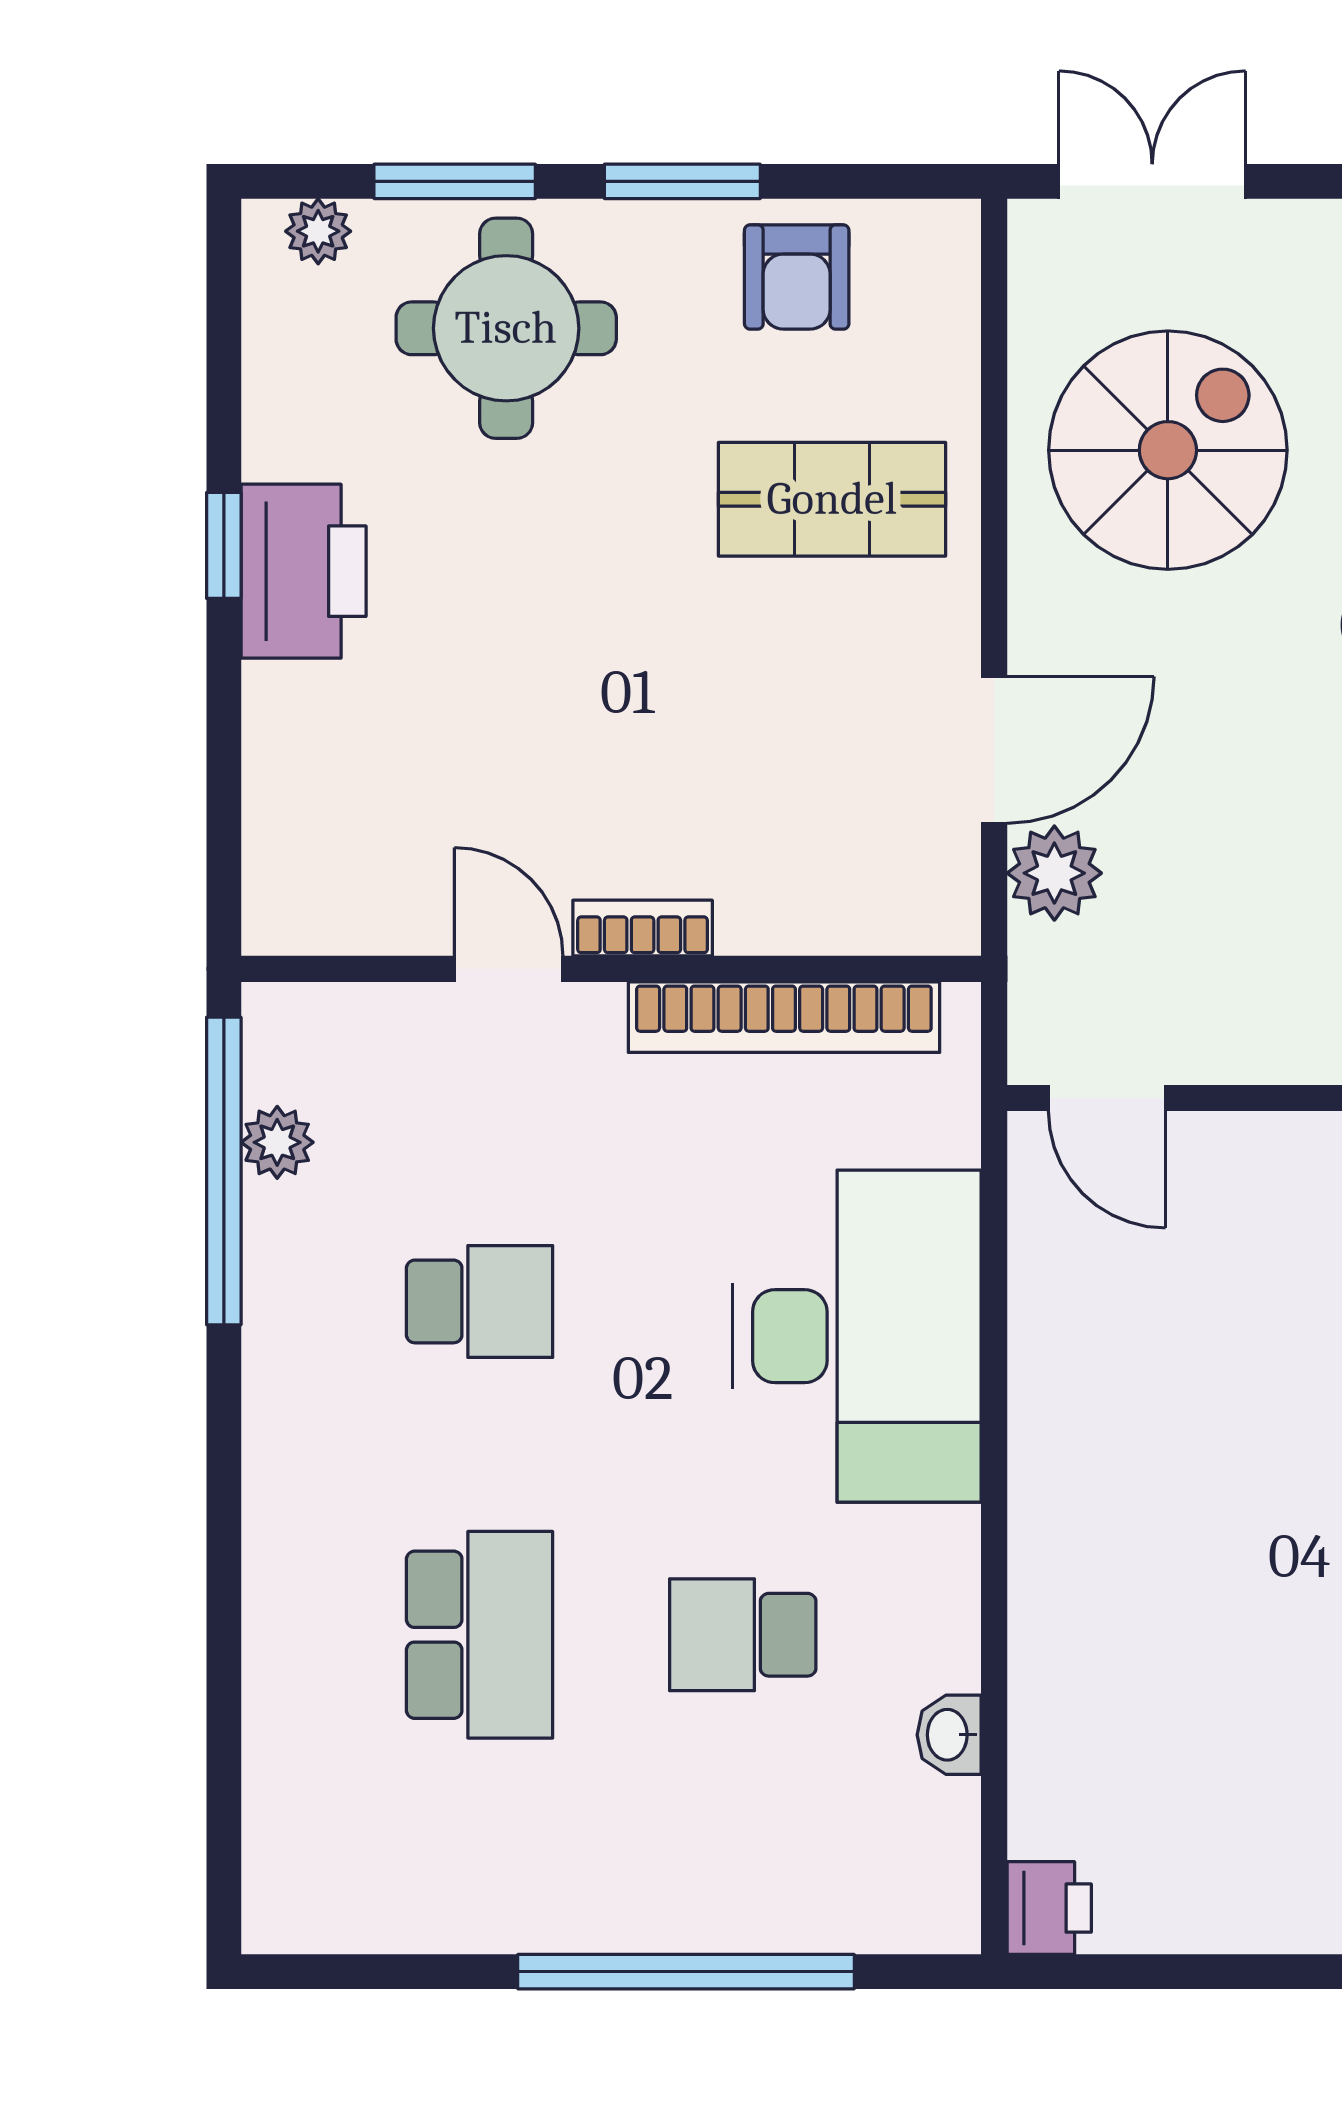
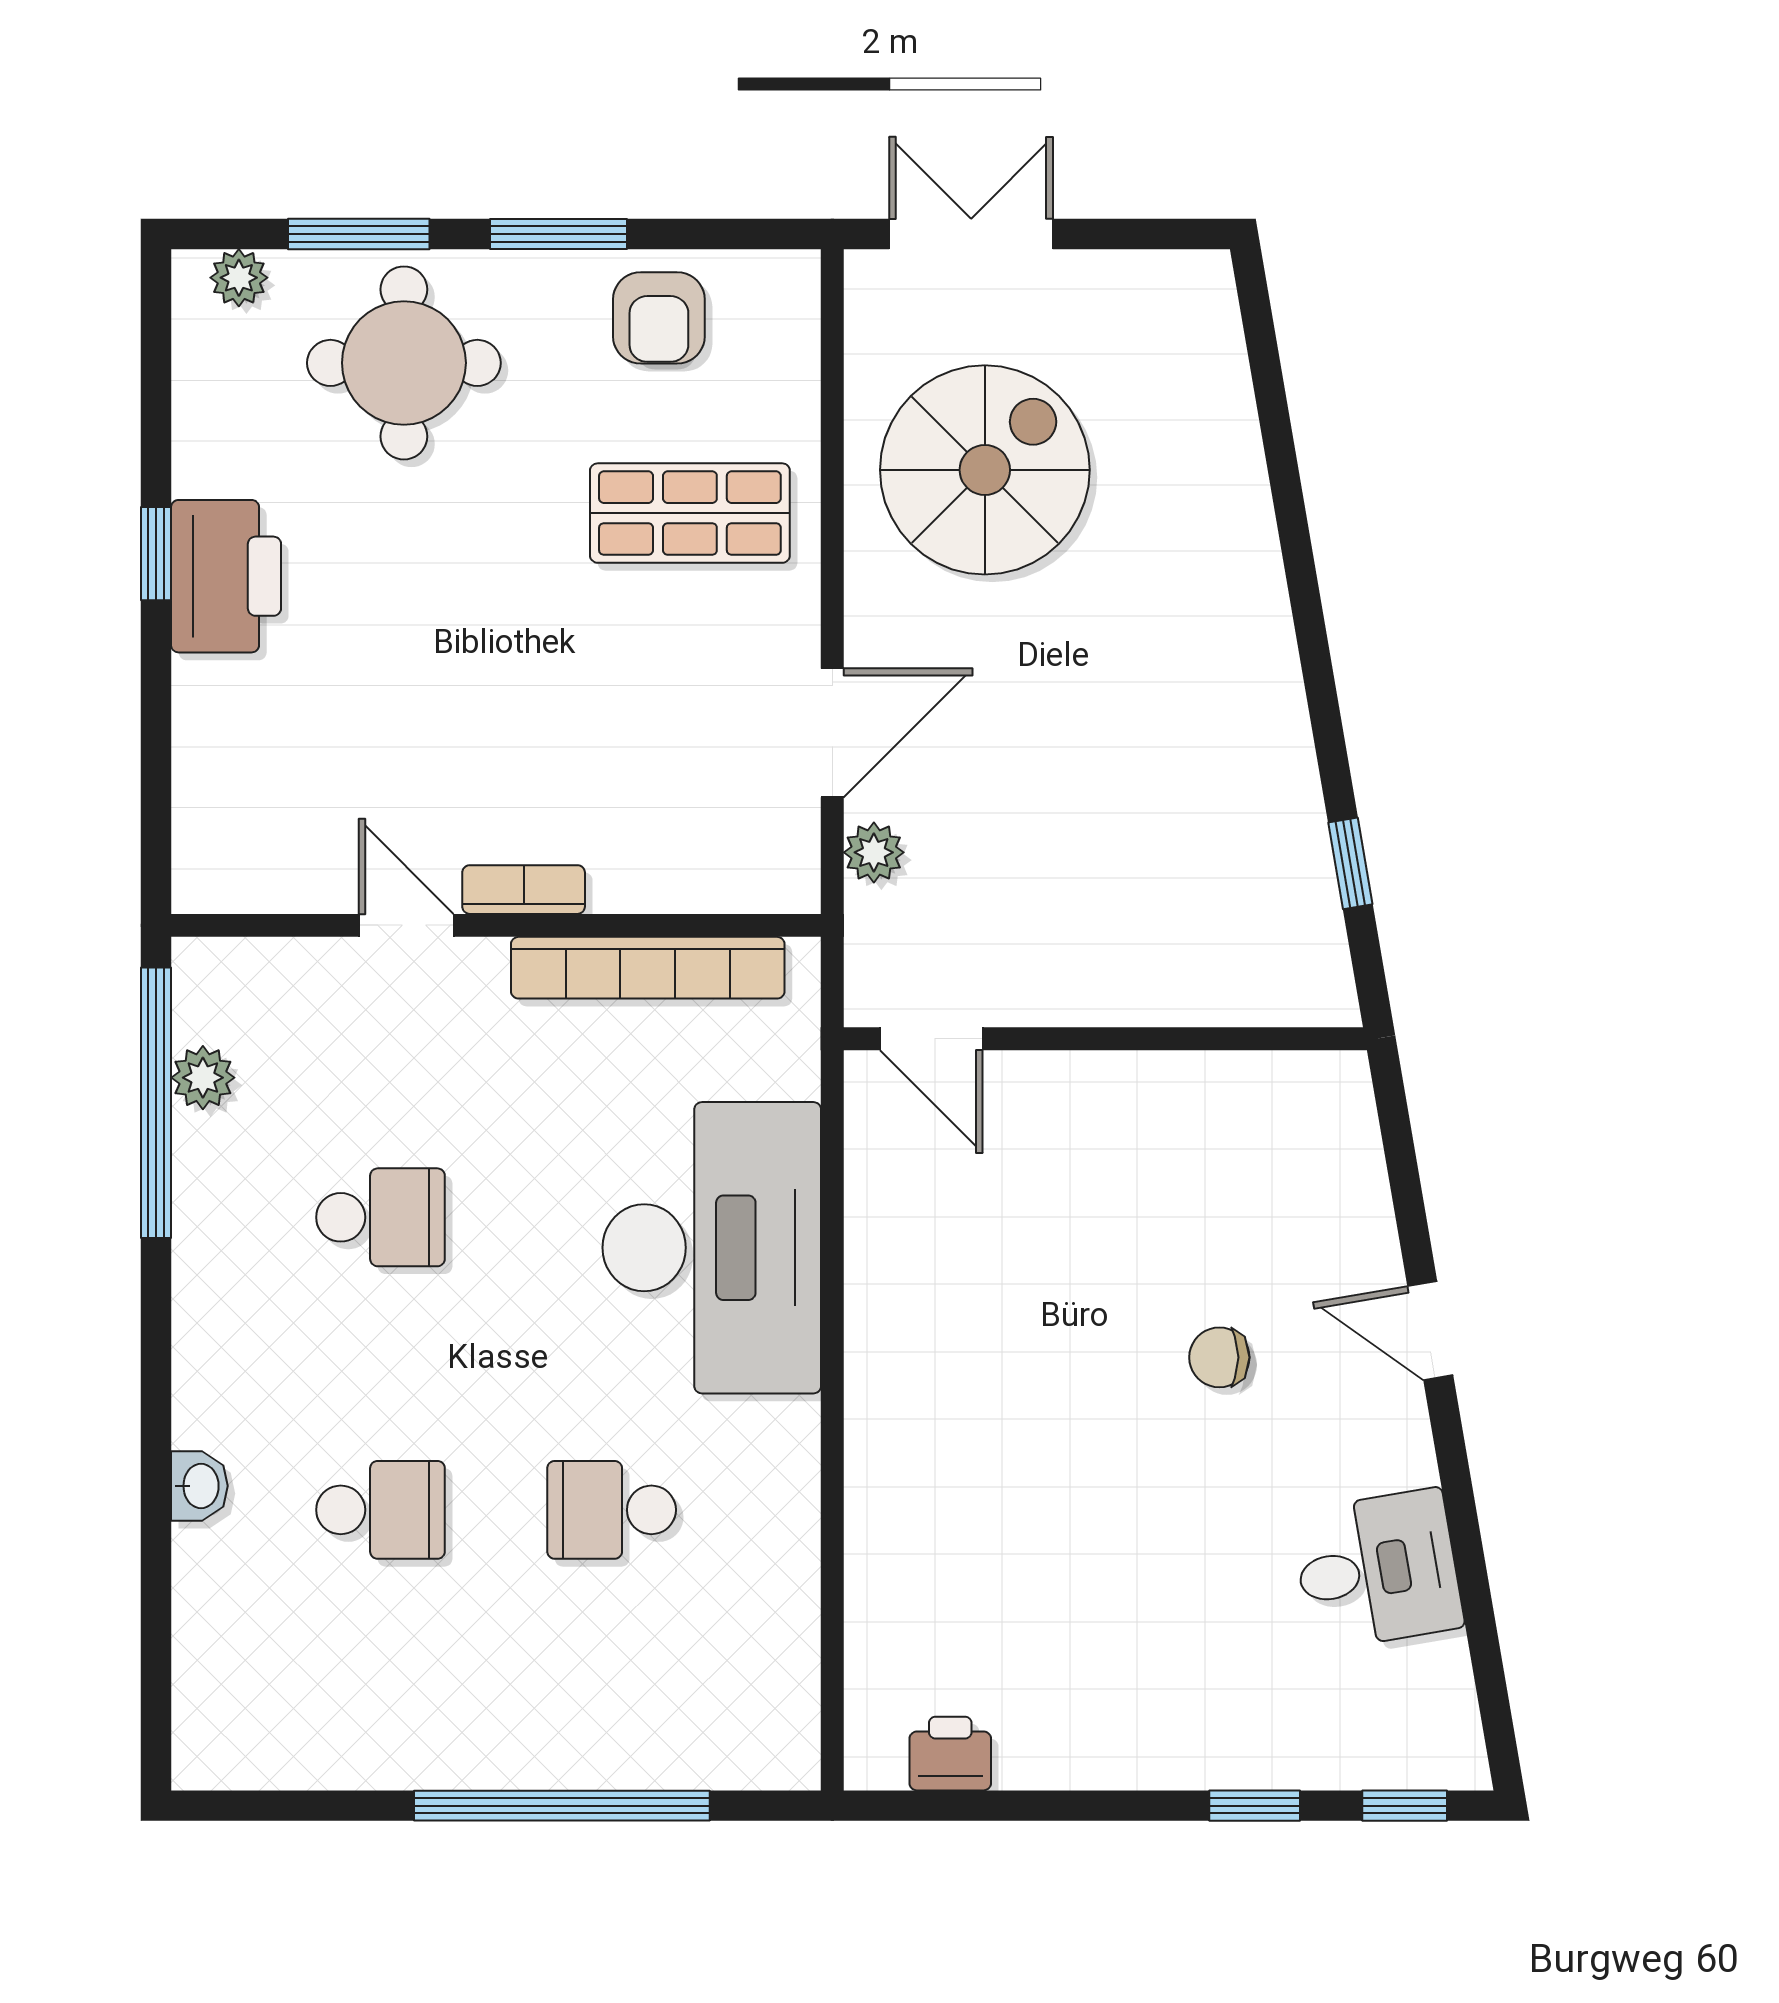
plant: (1054, 873) -> (874, 852), width x0.73, depth x0.73
school desk: (480, 1635) -> (381, 1510), width x0.54
washbasin: (949, 1735) -> (199, 1486), moved, turned 180
printer: (1049, 1908) -> (950, 1754), moved, turned -90

